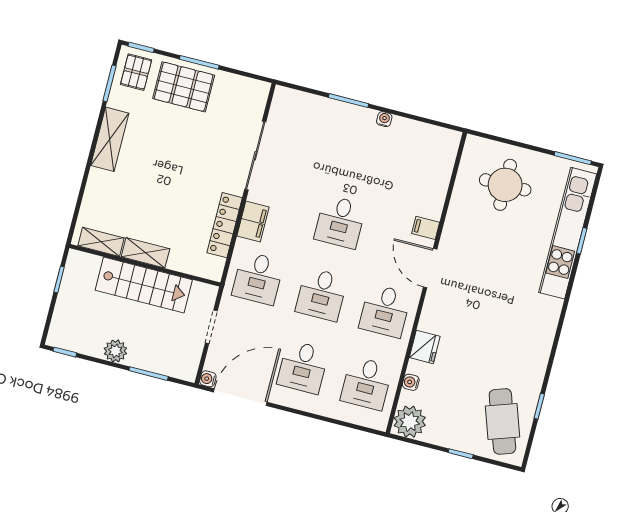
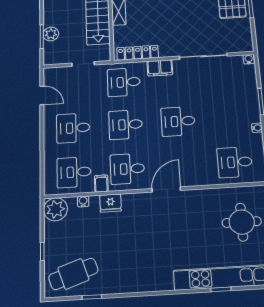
desk: (422, 166) -> (235, 162), added
locker: (225, 225) -> (138, 53), moved
filing cabinet: (426, 228) -> (101, 183), moved
plant: (115, 351) -> (51, 34), moved
water cooler: (208, 379) -> (249, 59), moved
door: (240, 397) -> (42, 95), width x0.53

